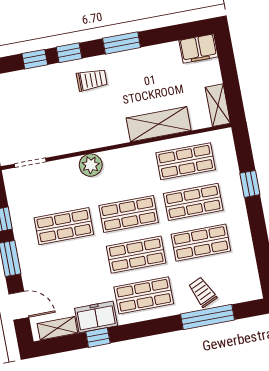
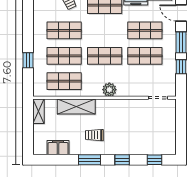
filing cabinet: (198, 49) -> (58, 148), moved
window: (35, 59) -> (155, 160), moved
trolley: (92, 80) -> (94, 135), moved
plant: (91, 165) -> (109, 90), moved
shop shelf: (136, 255) -> (145, 30), moved

